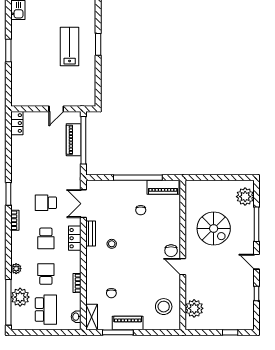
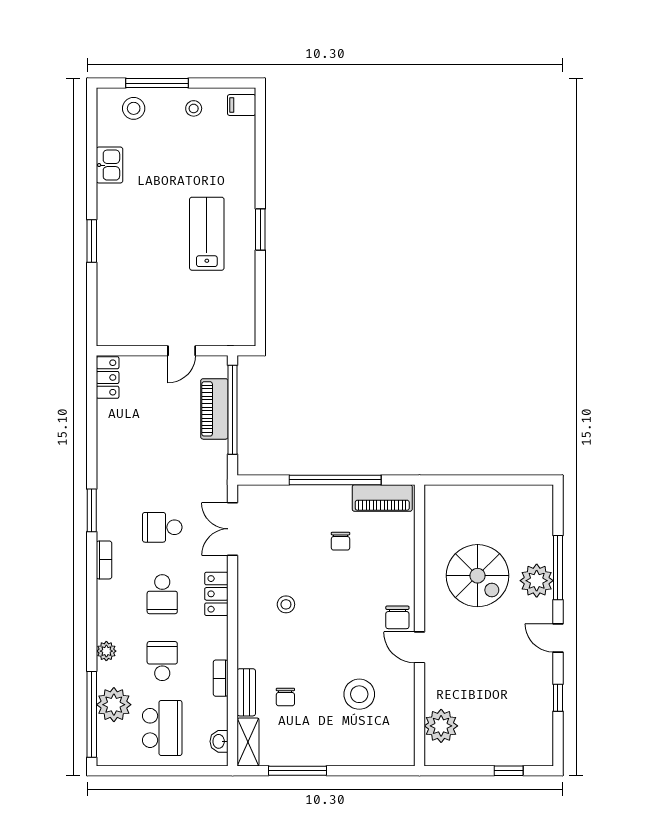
plant: (245, 197) -> (537, 581), moved
bench: (91, 233) -> (246, 692), moved
stool: (164, 307) -> (359, 694), moved
piano: (128, 323) -> (316, 753), removed

